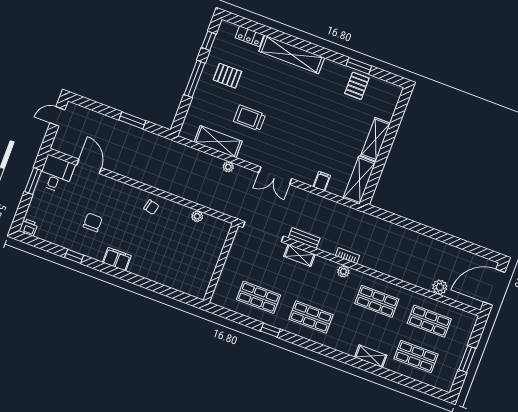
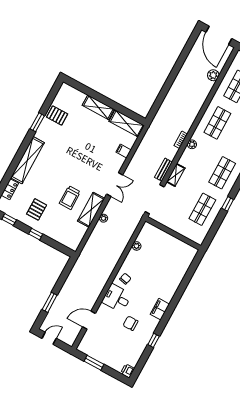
window: (359, 66) -> (37, 122), moved
window: (194, 79) -> (36, 234), width x0.46
door: (57, 116) -> (49, 338), swing flipped
window: (132, 120) -> (50, 302), moved
shelving: (218, 142) -> (91, 210), moved
desk: (56, 174) -> (117, 298), moved

